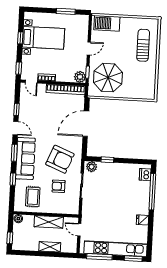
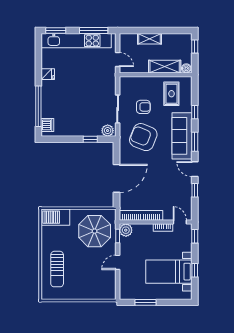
barbecue: (107, 23) -> (55, 217), moved, turned 180
shelving: (49, 222) -> (165, 67), moved

